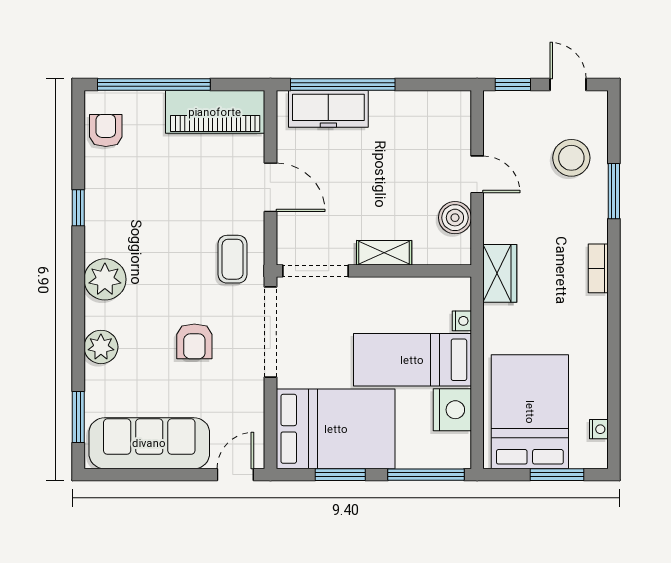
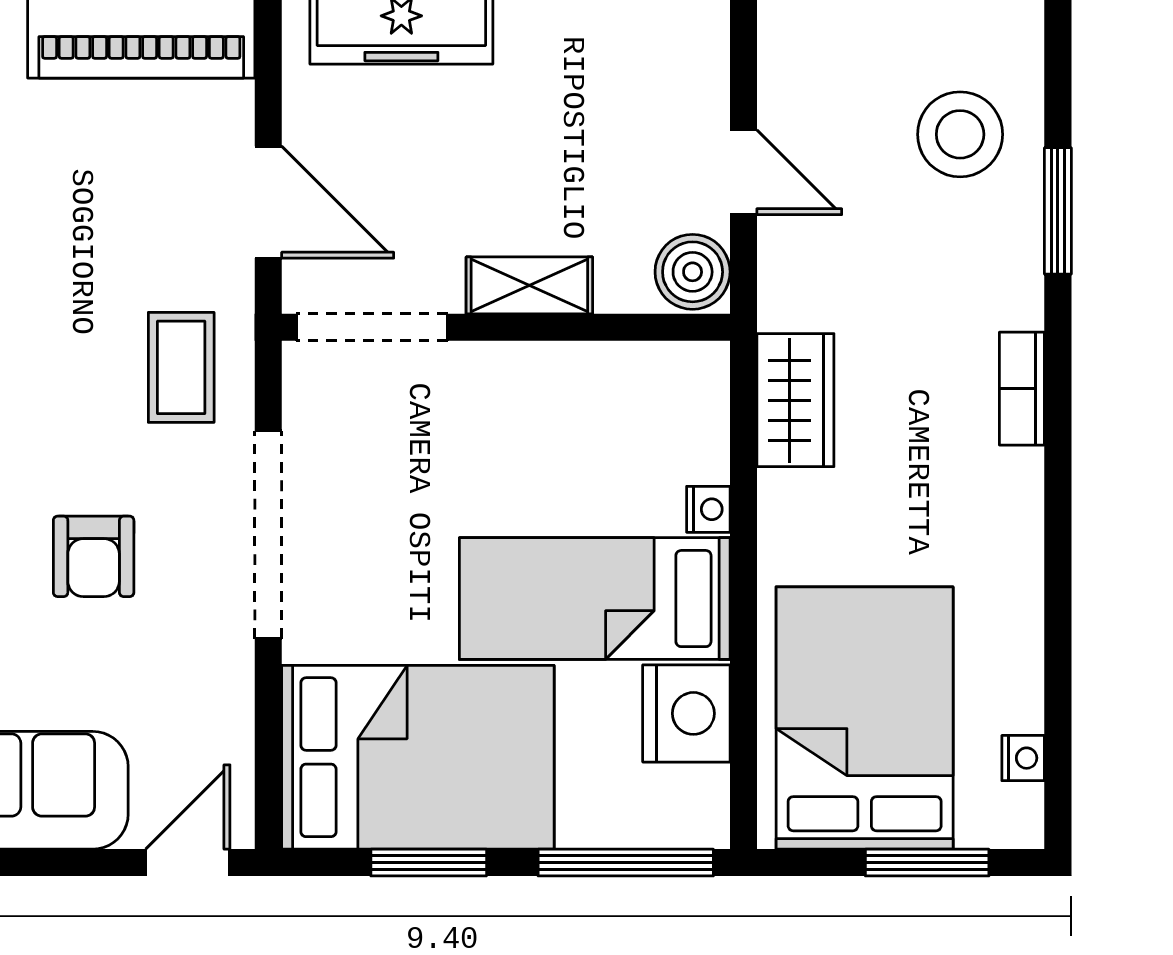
shelving: (384, 253) -> (529, 285), moved
doorway: (316, 271) -> (372, 327), moved
wall: (374, 271) -> (506, 327), moved

